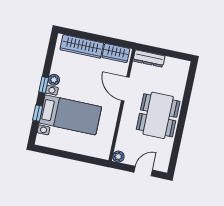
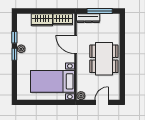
wardrobe: (82, 46) -> (42, 20), width x0.67
window: (166, 53) -> (100, 11), added
window: (38, 113) -> (14, 37), moved
bed with nightstands: (70, 115) -> (52, 81), moved, turned 180

